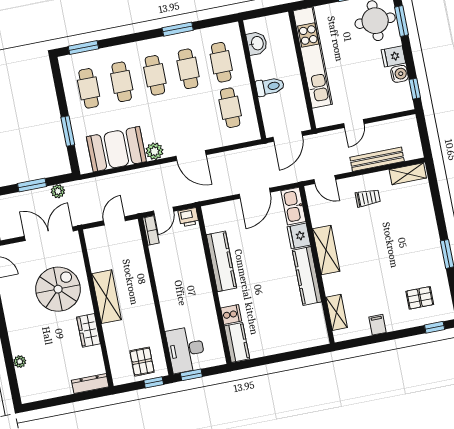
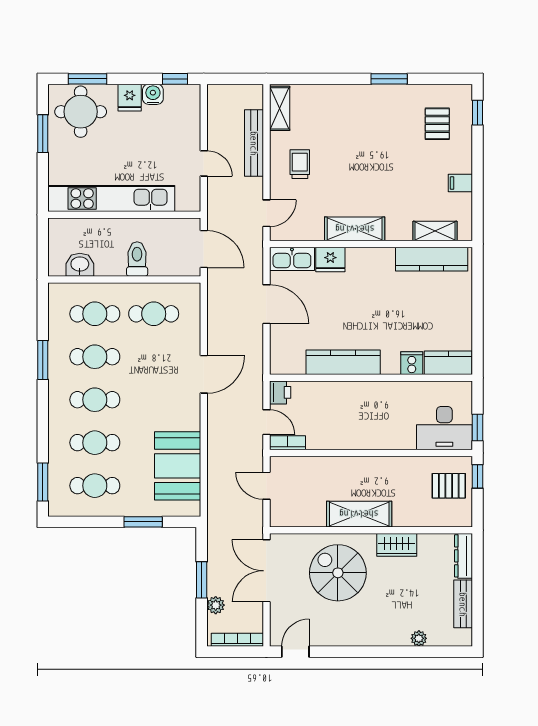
plant: (154, 151) -> (189, 419), removed
plant: (58, 191) -> (216, 605), moved
kitchen counter: (307, 276) -> (432, 259), moved
bench: (53, 391) -> (463, 604), added

